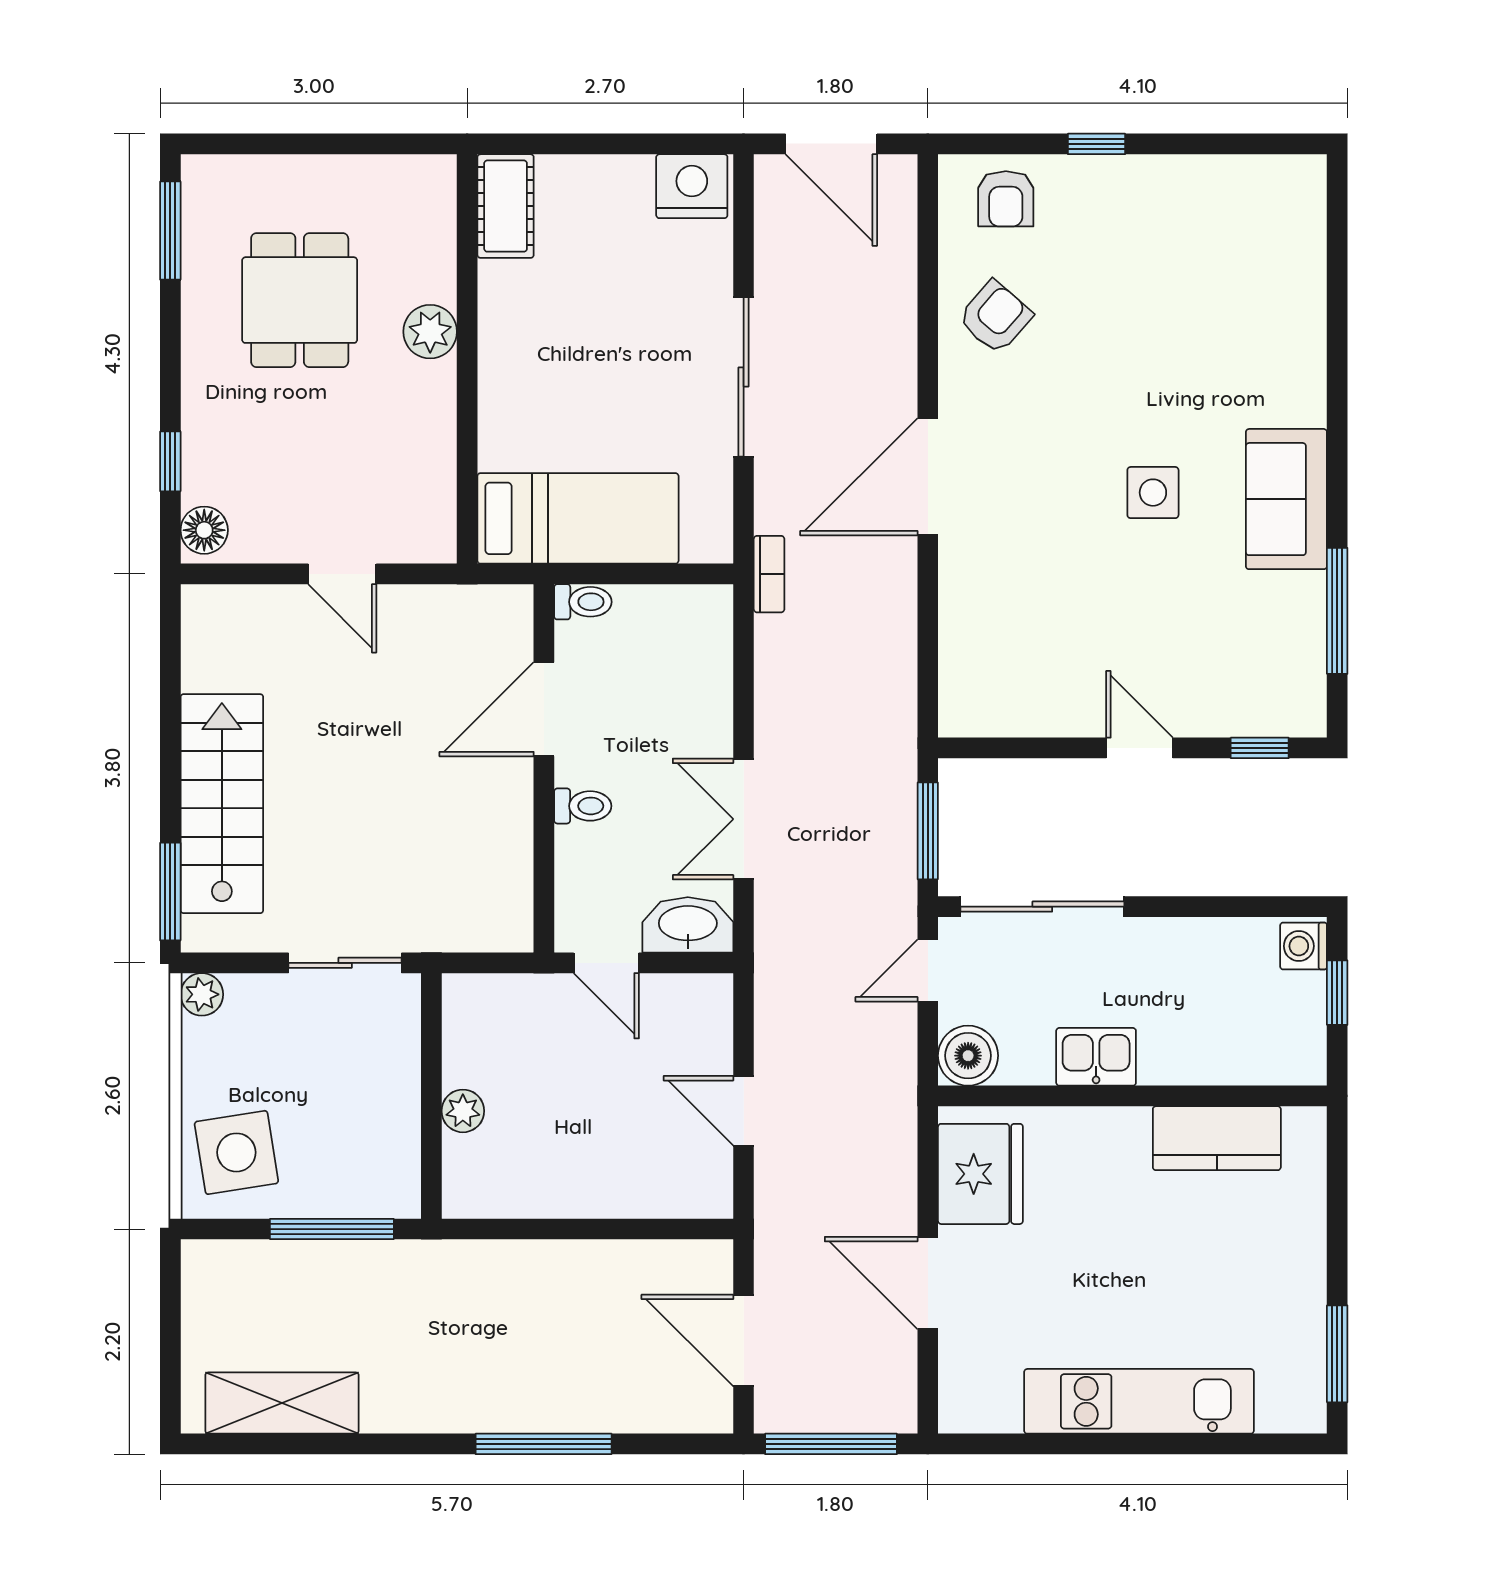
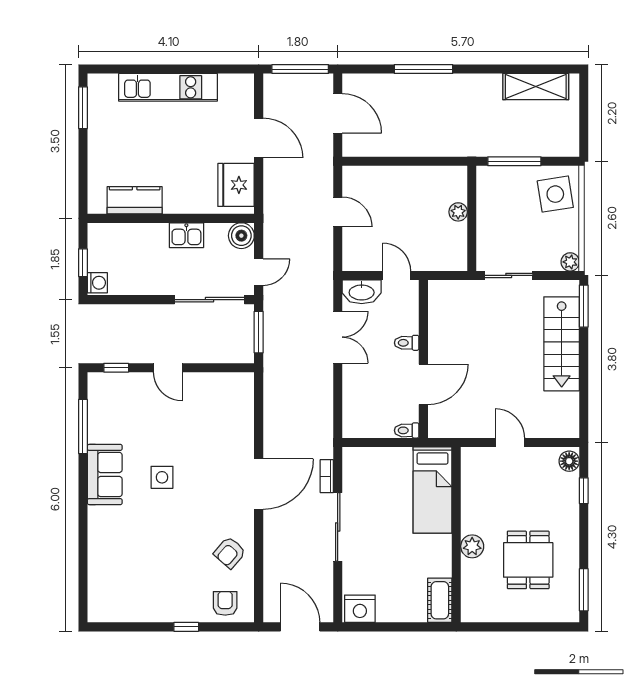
bed: (578, 518) -> (432, 490), moved, turned -90
bookcase: (769, 574) -> (327, 476), moved

